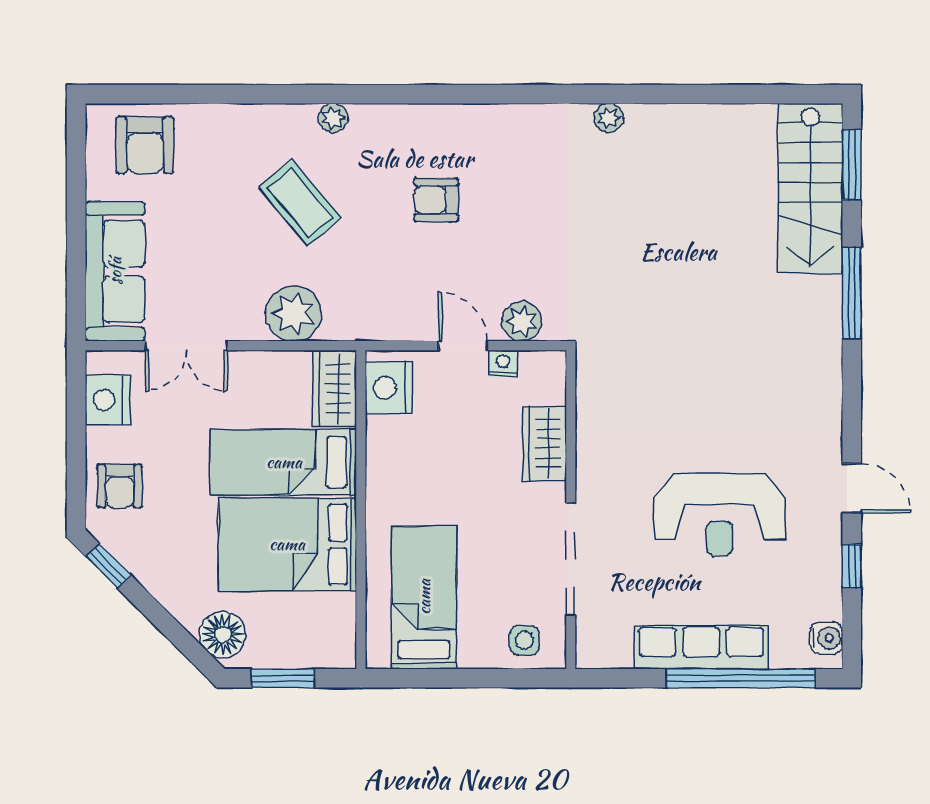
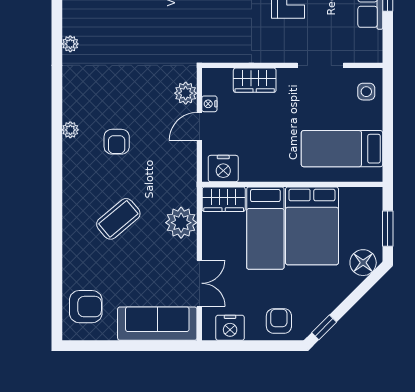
plant: (333, 118) -> (70, 130), moved
armchair: (120, 486) -> (279, 321), turned -90
doorway: (571, 559) -> (320, 65), width x0.73

